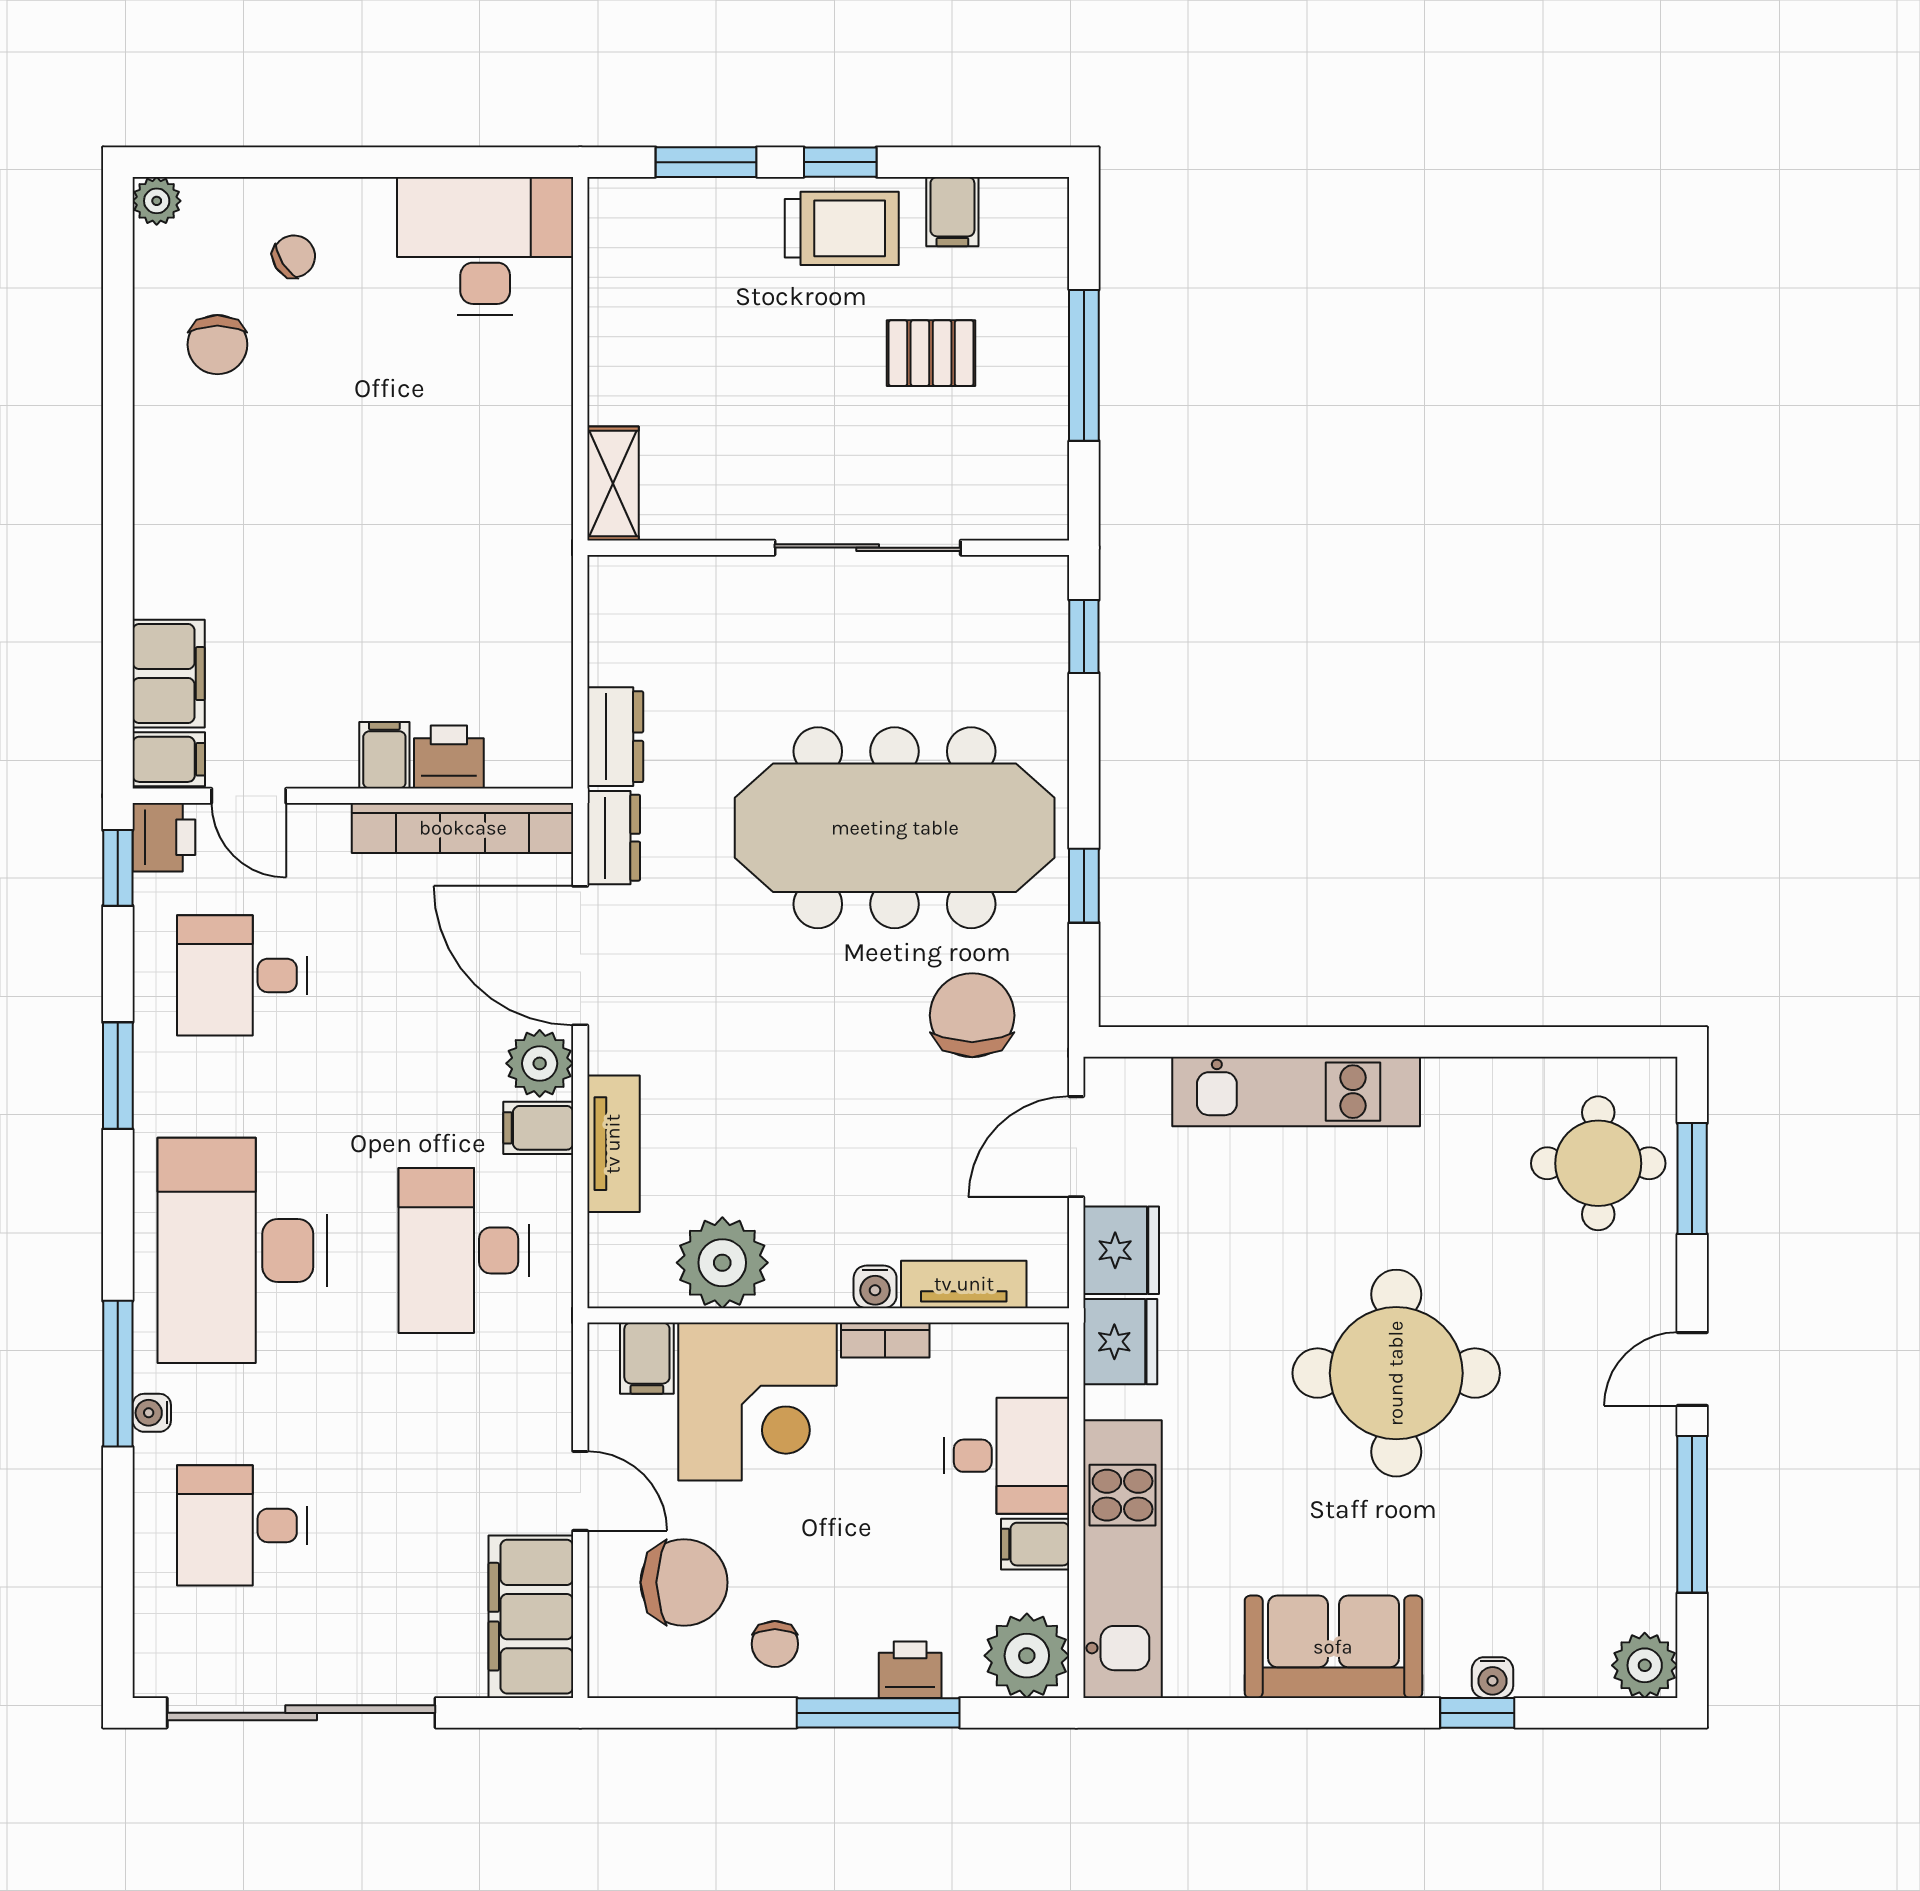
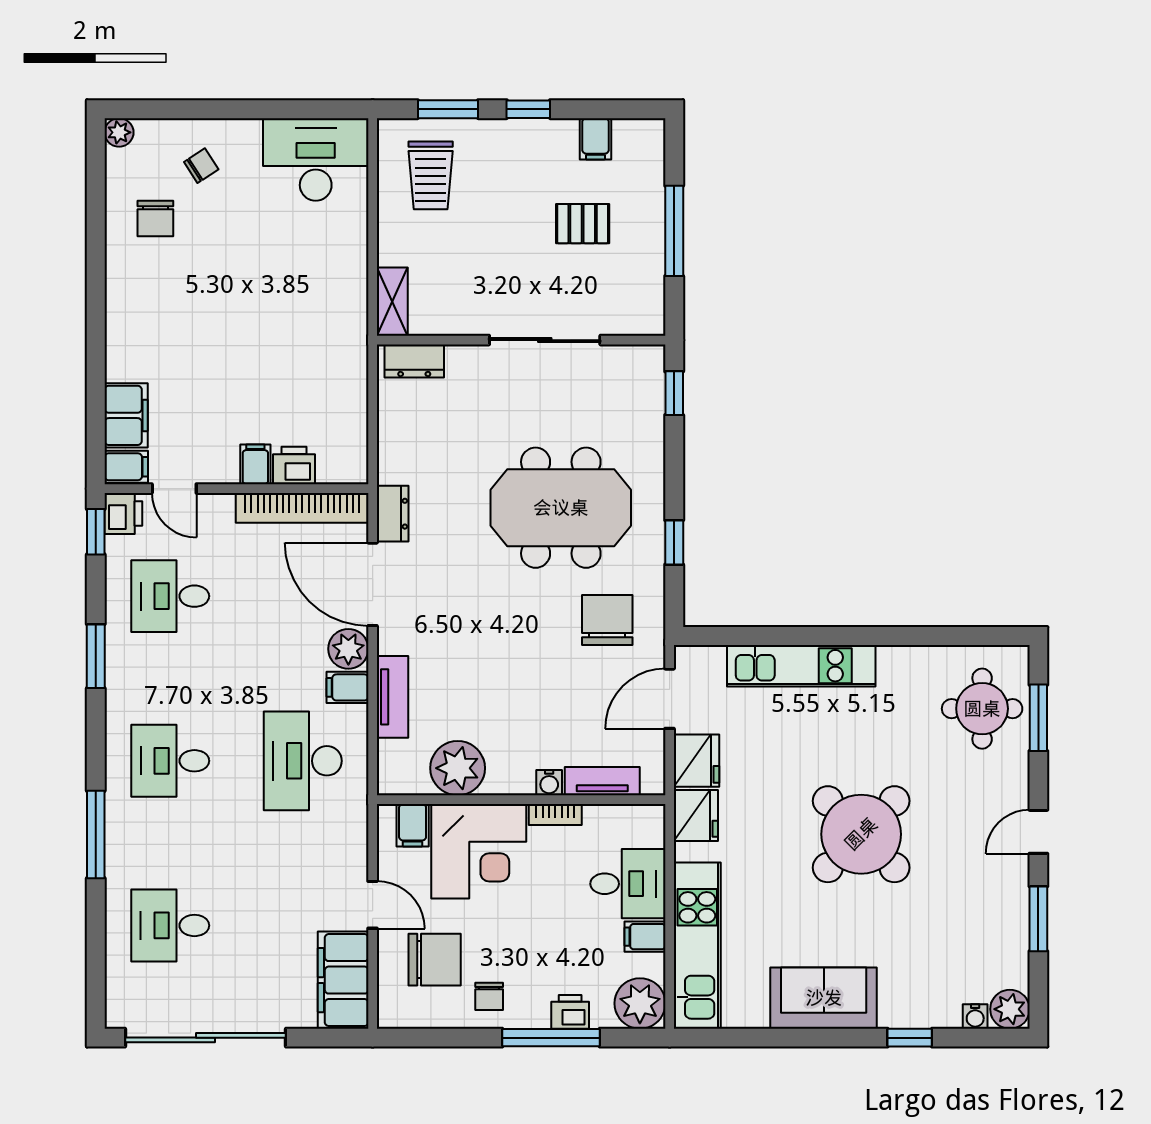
trolley: (842, 228) -> (431, 175), moved, turned 90
dresser: (615, 737) -> (414, 361), moved, turned 90
meeting table: (895, 828) -> (561, 508), width x0.73
desk: (242, 1250) -> (170, 761), width x0.53, depth x0.77
round table: (1396, 1373) -> (861, 834), turned 45
water cooler: (152, 1413) -> (116, 858), removed
window: (1692, 1514) -> (1038, 919), width x0.69
water cooler: (1492, 1678) -> (975, 1017), moved

